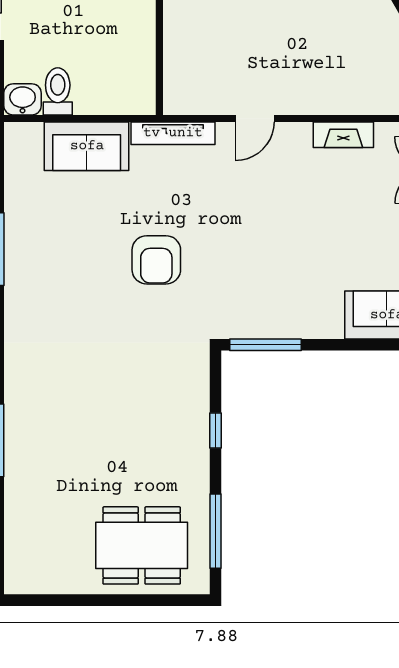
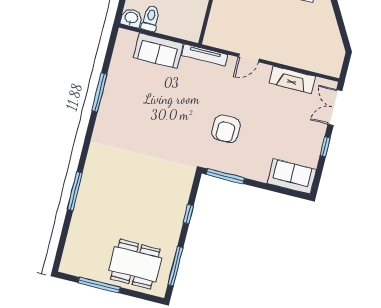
fireplace: (343, 135) -> (292, 80), width x1.37, depth x1.32
armchair: (156, 260) -> (226, 129), moved
window: (85, 600) -> (99, 285), added

